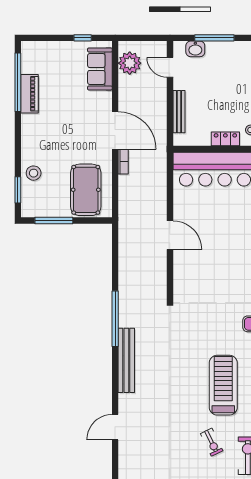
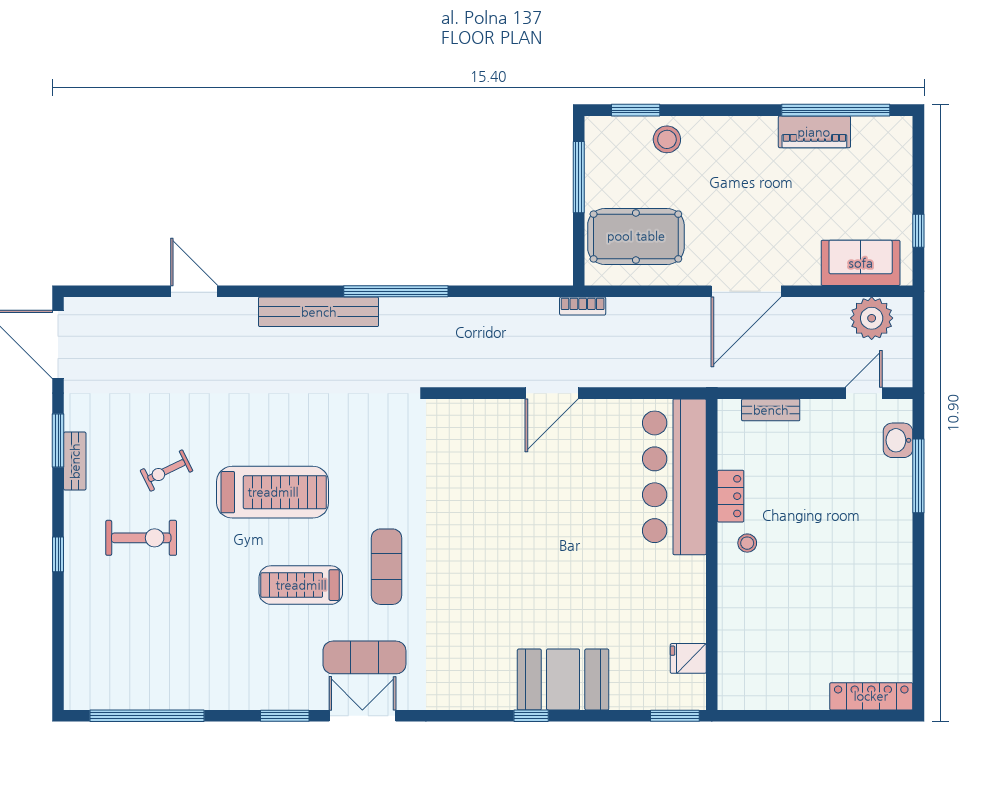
bench: (179, 112) -> (771, 410), width x0.73
bookcase: (123, 162) -> (583, 306), moved

